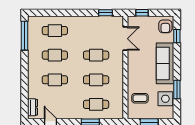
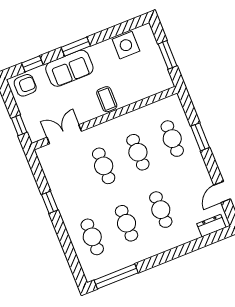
window: (105, 13) -> (50, 202), moved
sofa: (165, 63) -> (69, 68), width x0.73
window: (177, 89) -> (76, 47), moved
coffee table: (140, 98) -> (107, 99), moved

